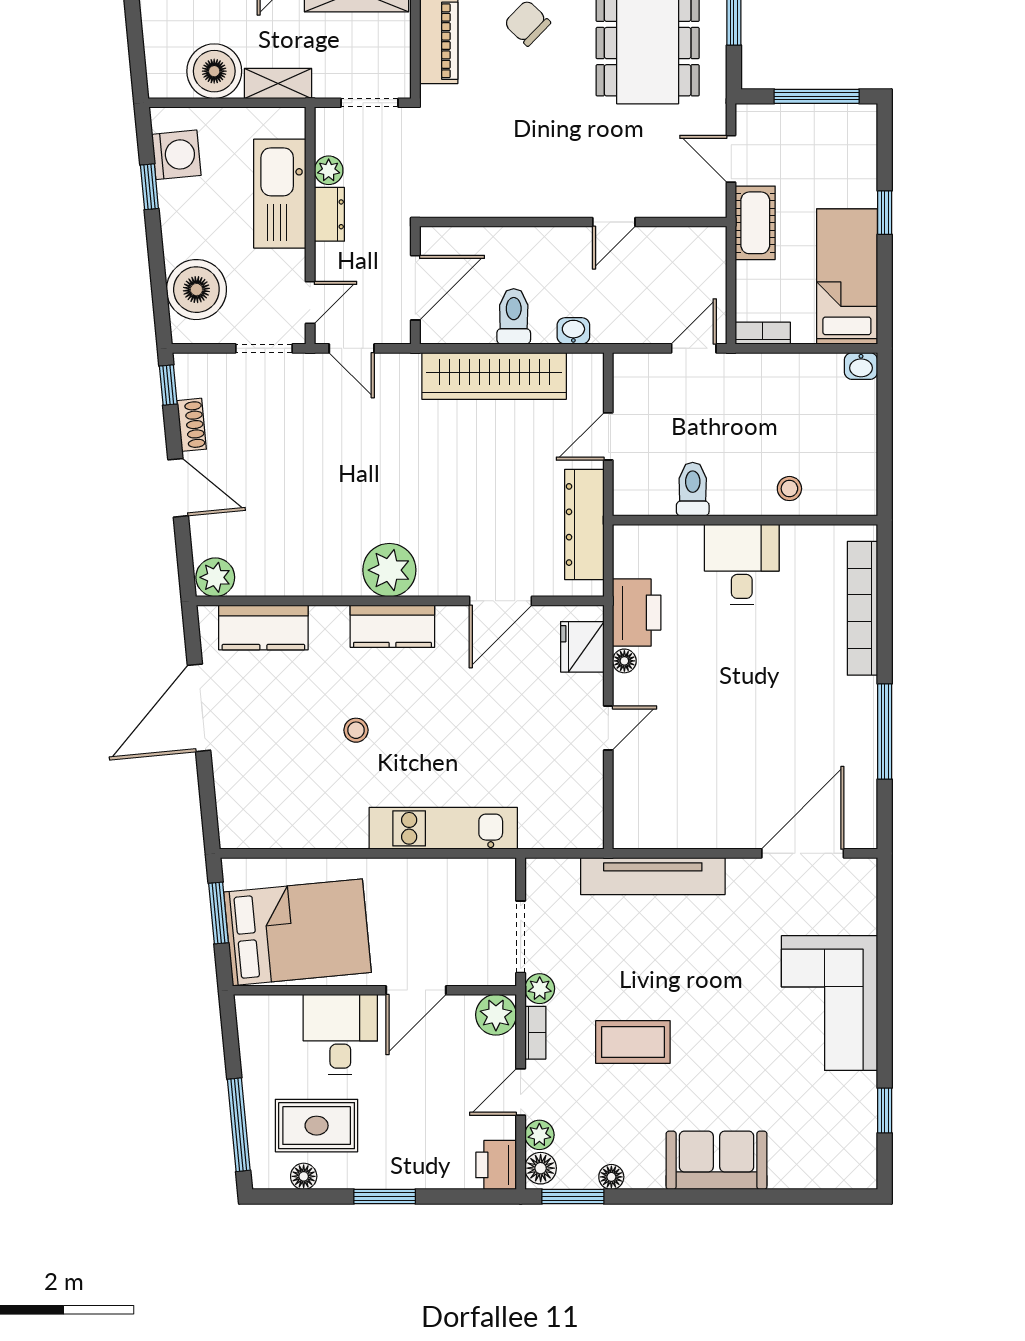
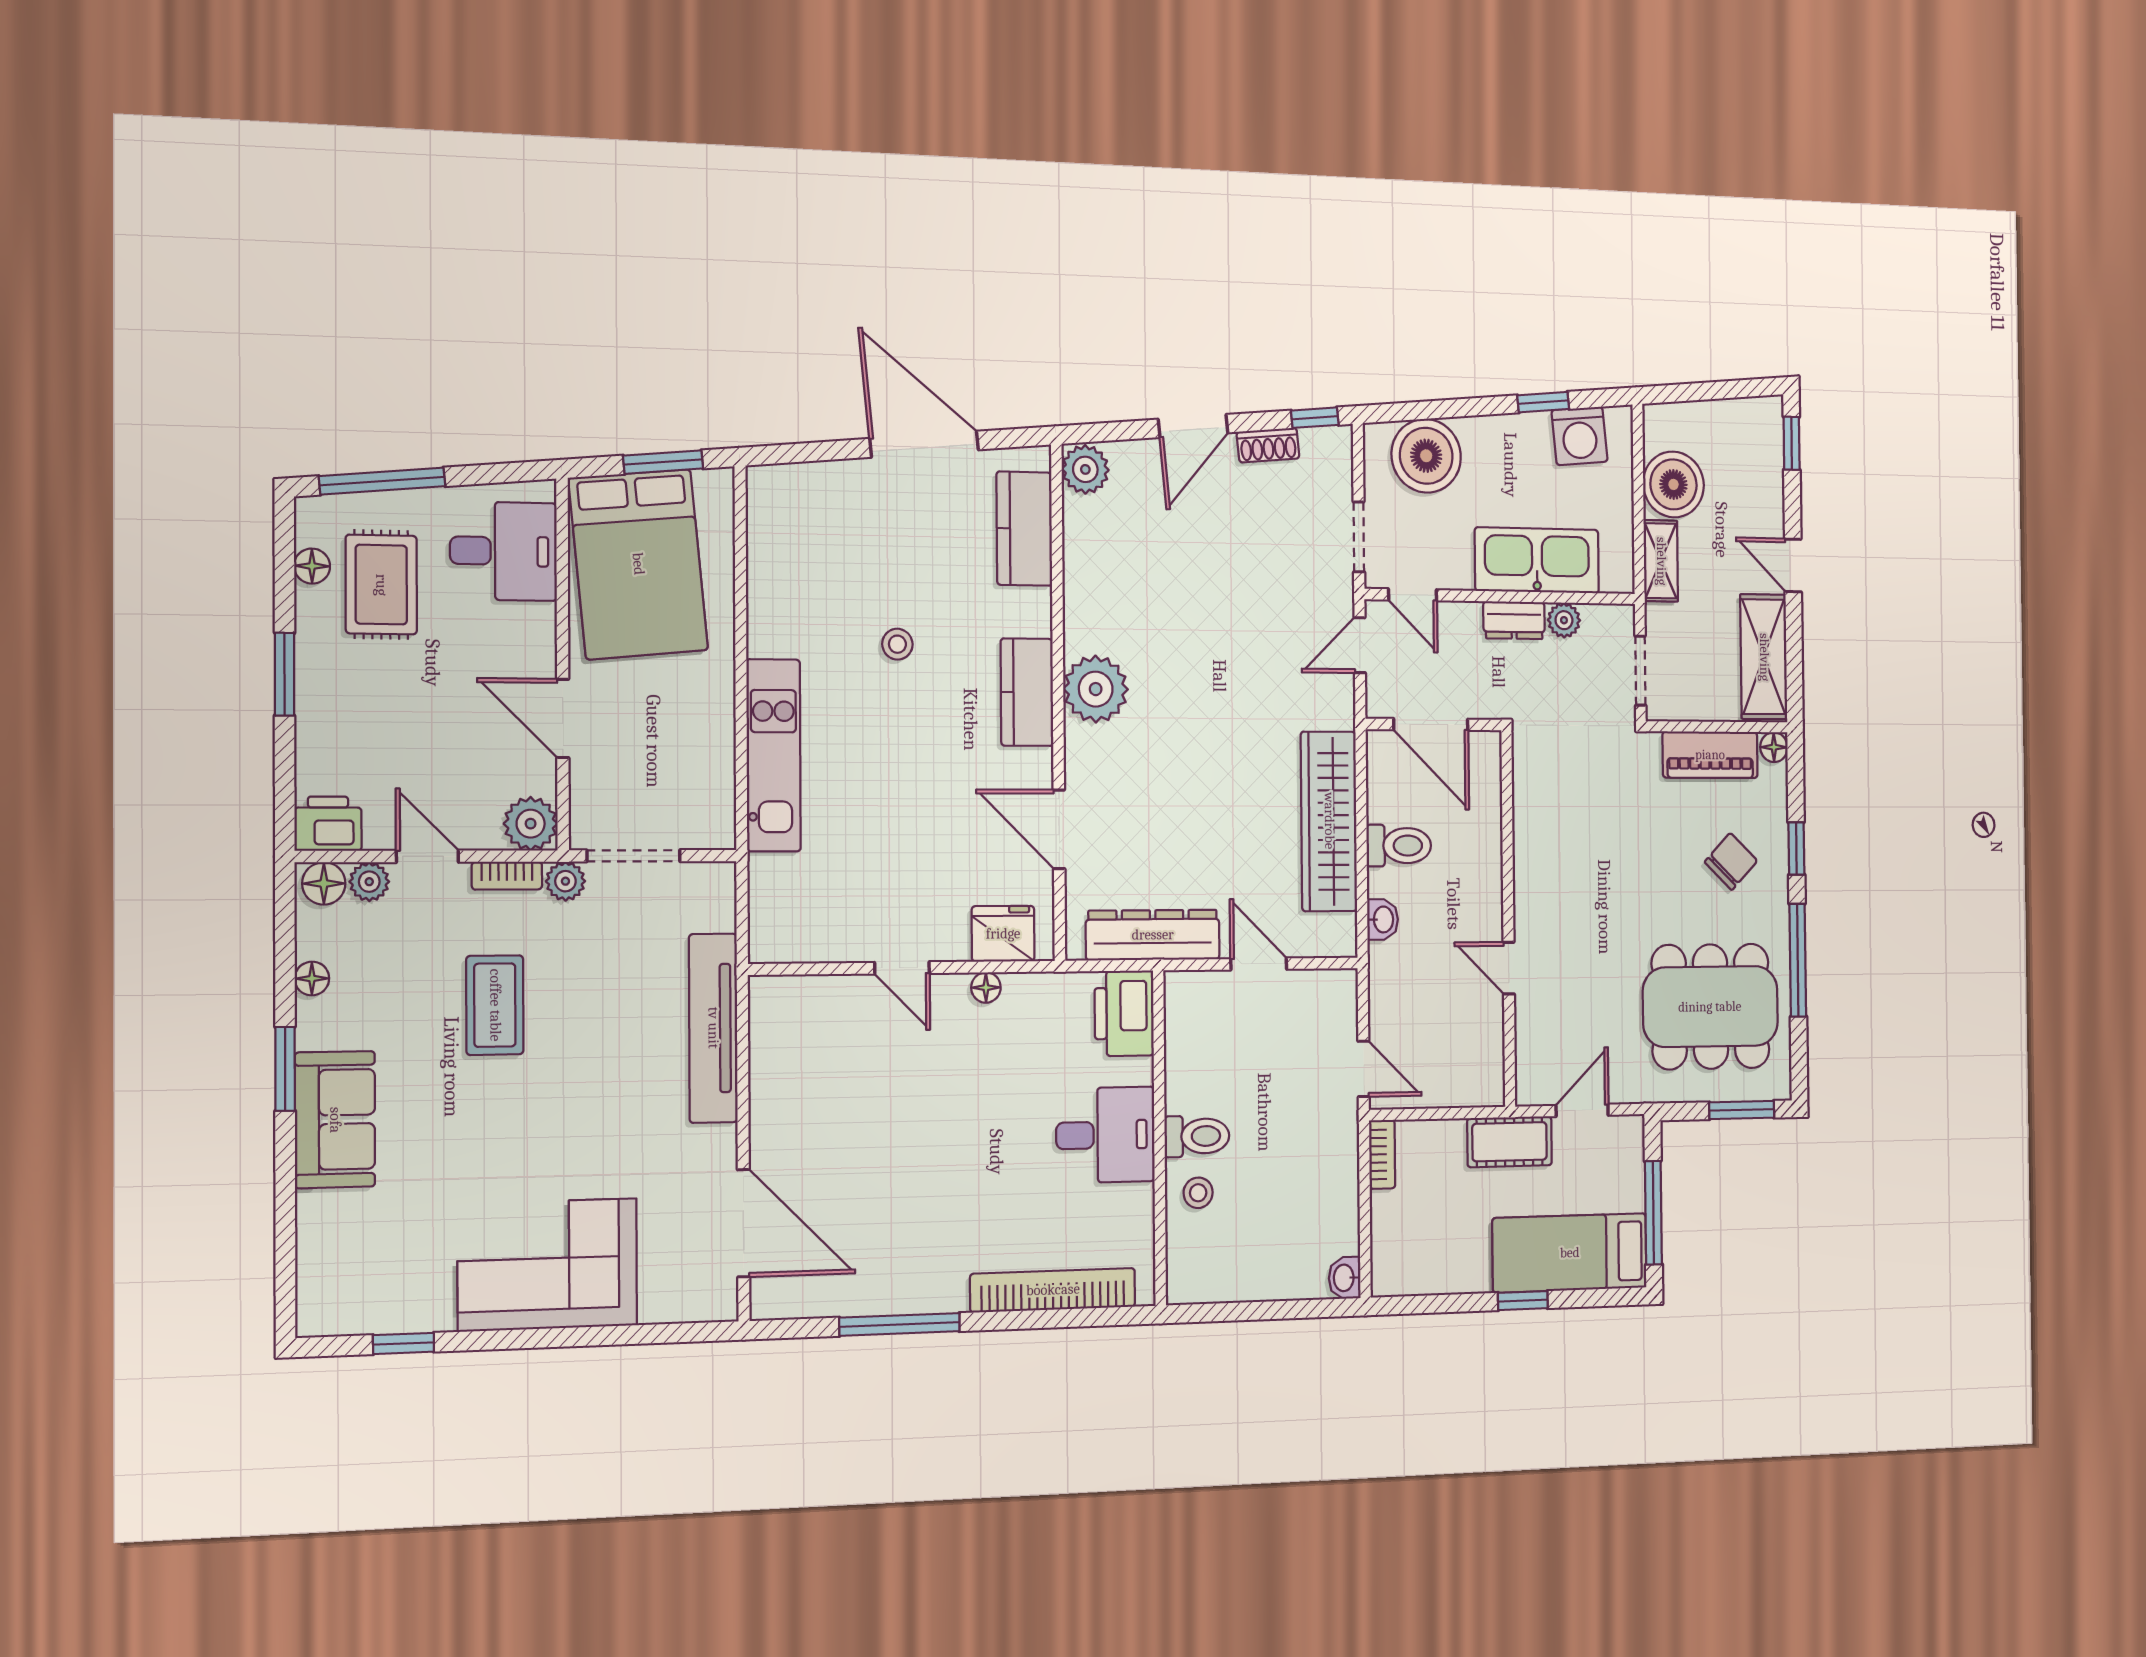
bed: (847, 277) -> (1570, 1253), moved, turned 180
toilet: (693, 489) -> (1197, 1136), moved
printer: (637, 613) -> (1124, 1013), moved, turned 90
desk: (340, 1035) -> (504, 551), moved
window: (573, 1197) -> (285, 1069), moved

